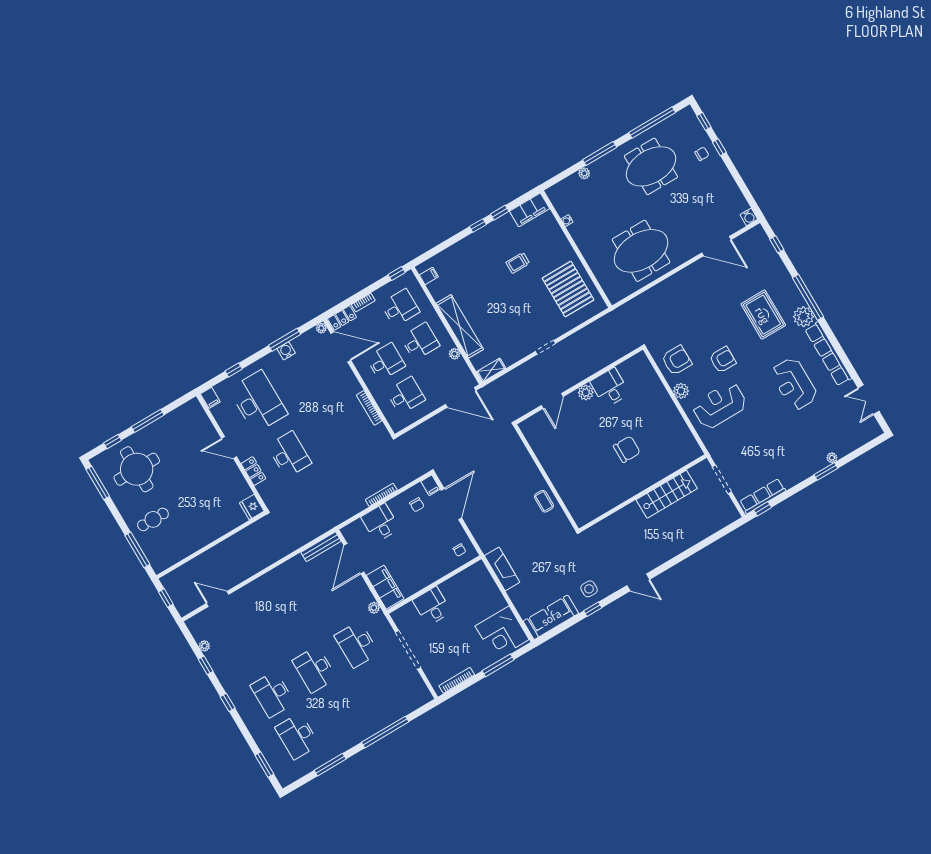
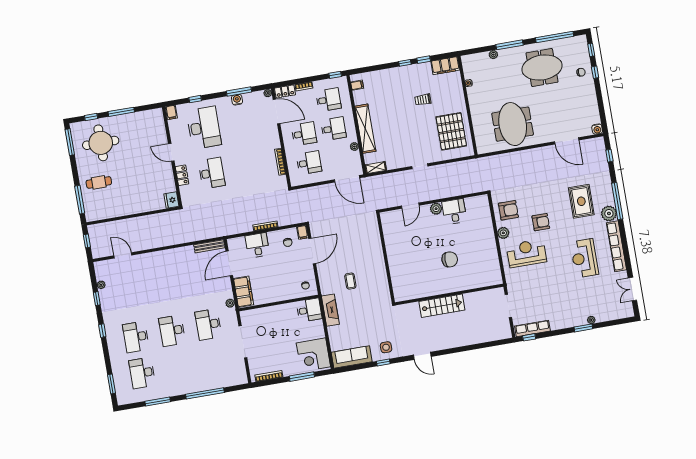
meeting table: (641, 251) -> (513, 124), turned 90
stairs: (667, 494) -> (442, 306), moved
coffee table: (544, 501) -> (350, 281), moved
desk: (432, 606) -> (309, 310), moved, turned 90

